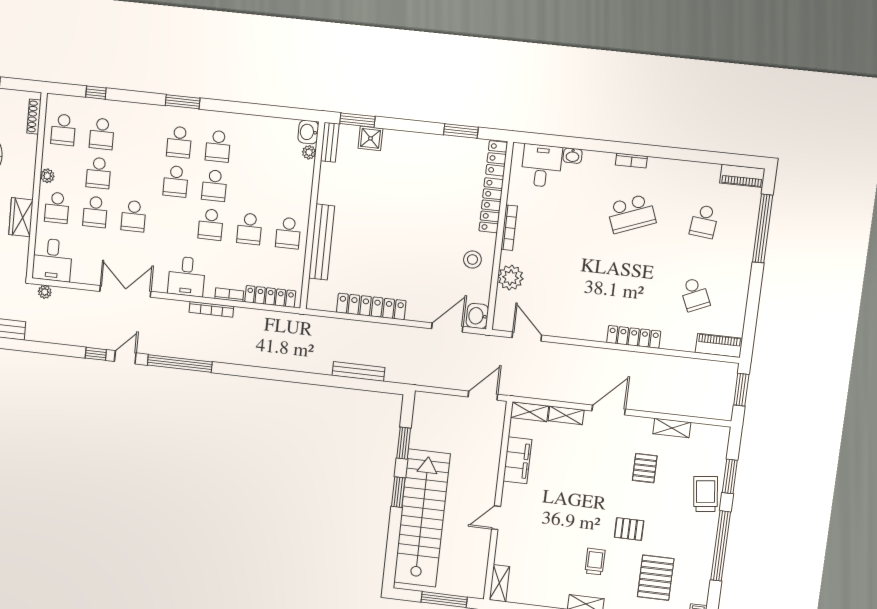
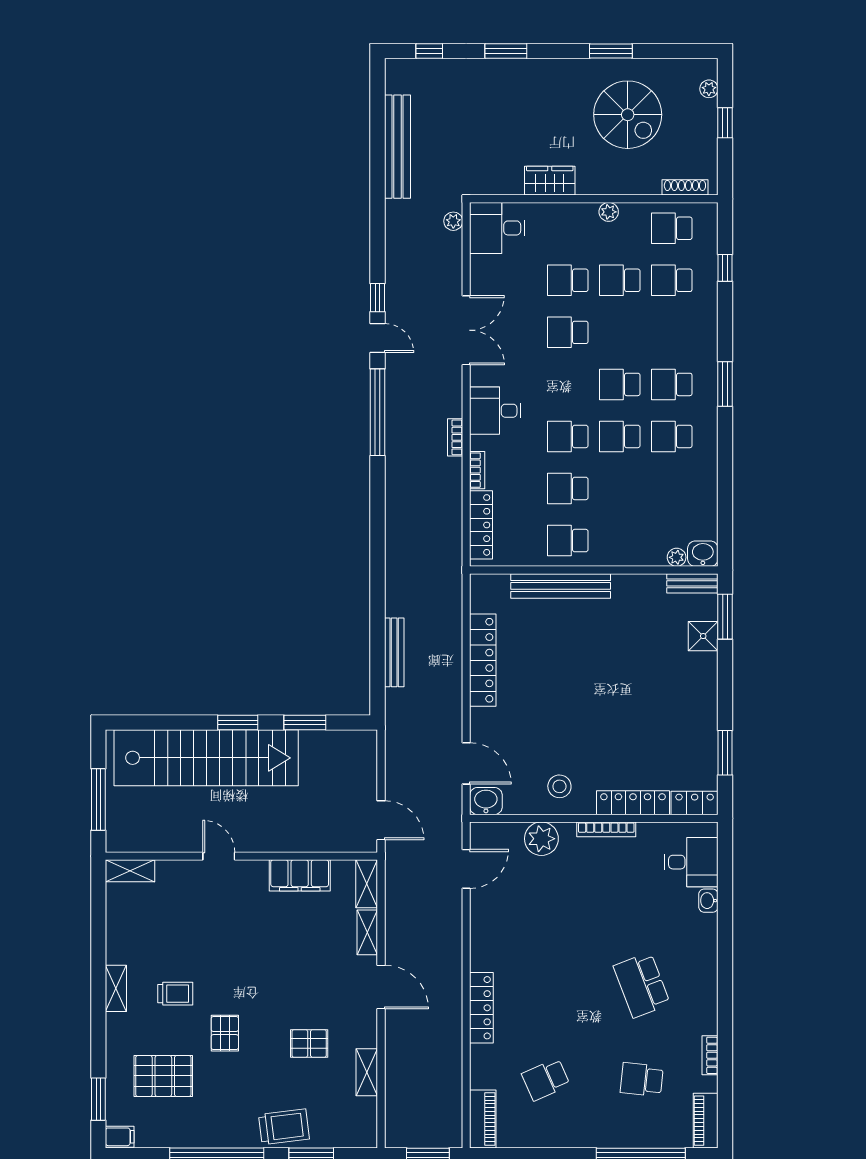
bookcase: (631, 161) -> (710, 1055), moved
school desk: (57, 208) -> (568, 228), removed
bookcase: (211, 309) -> (455, 437), width x0.64

